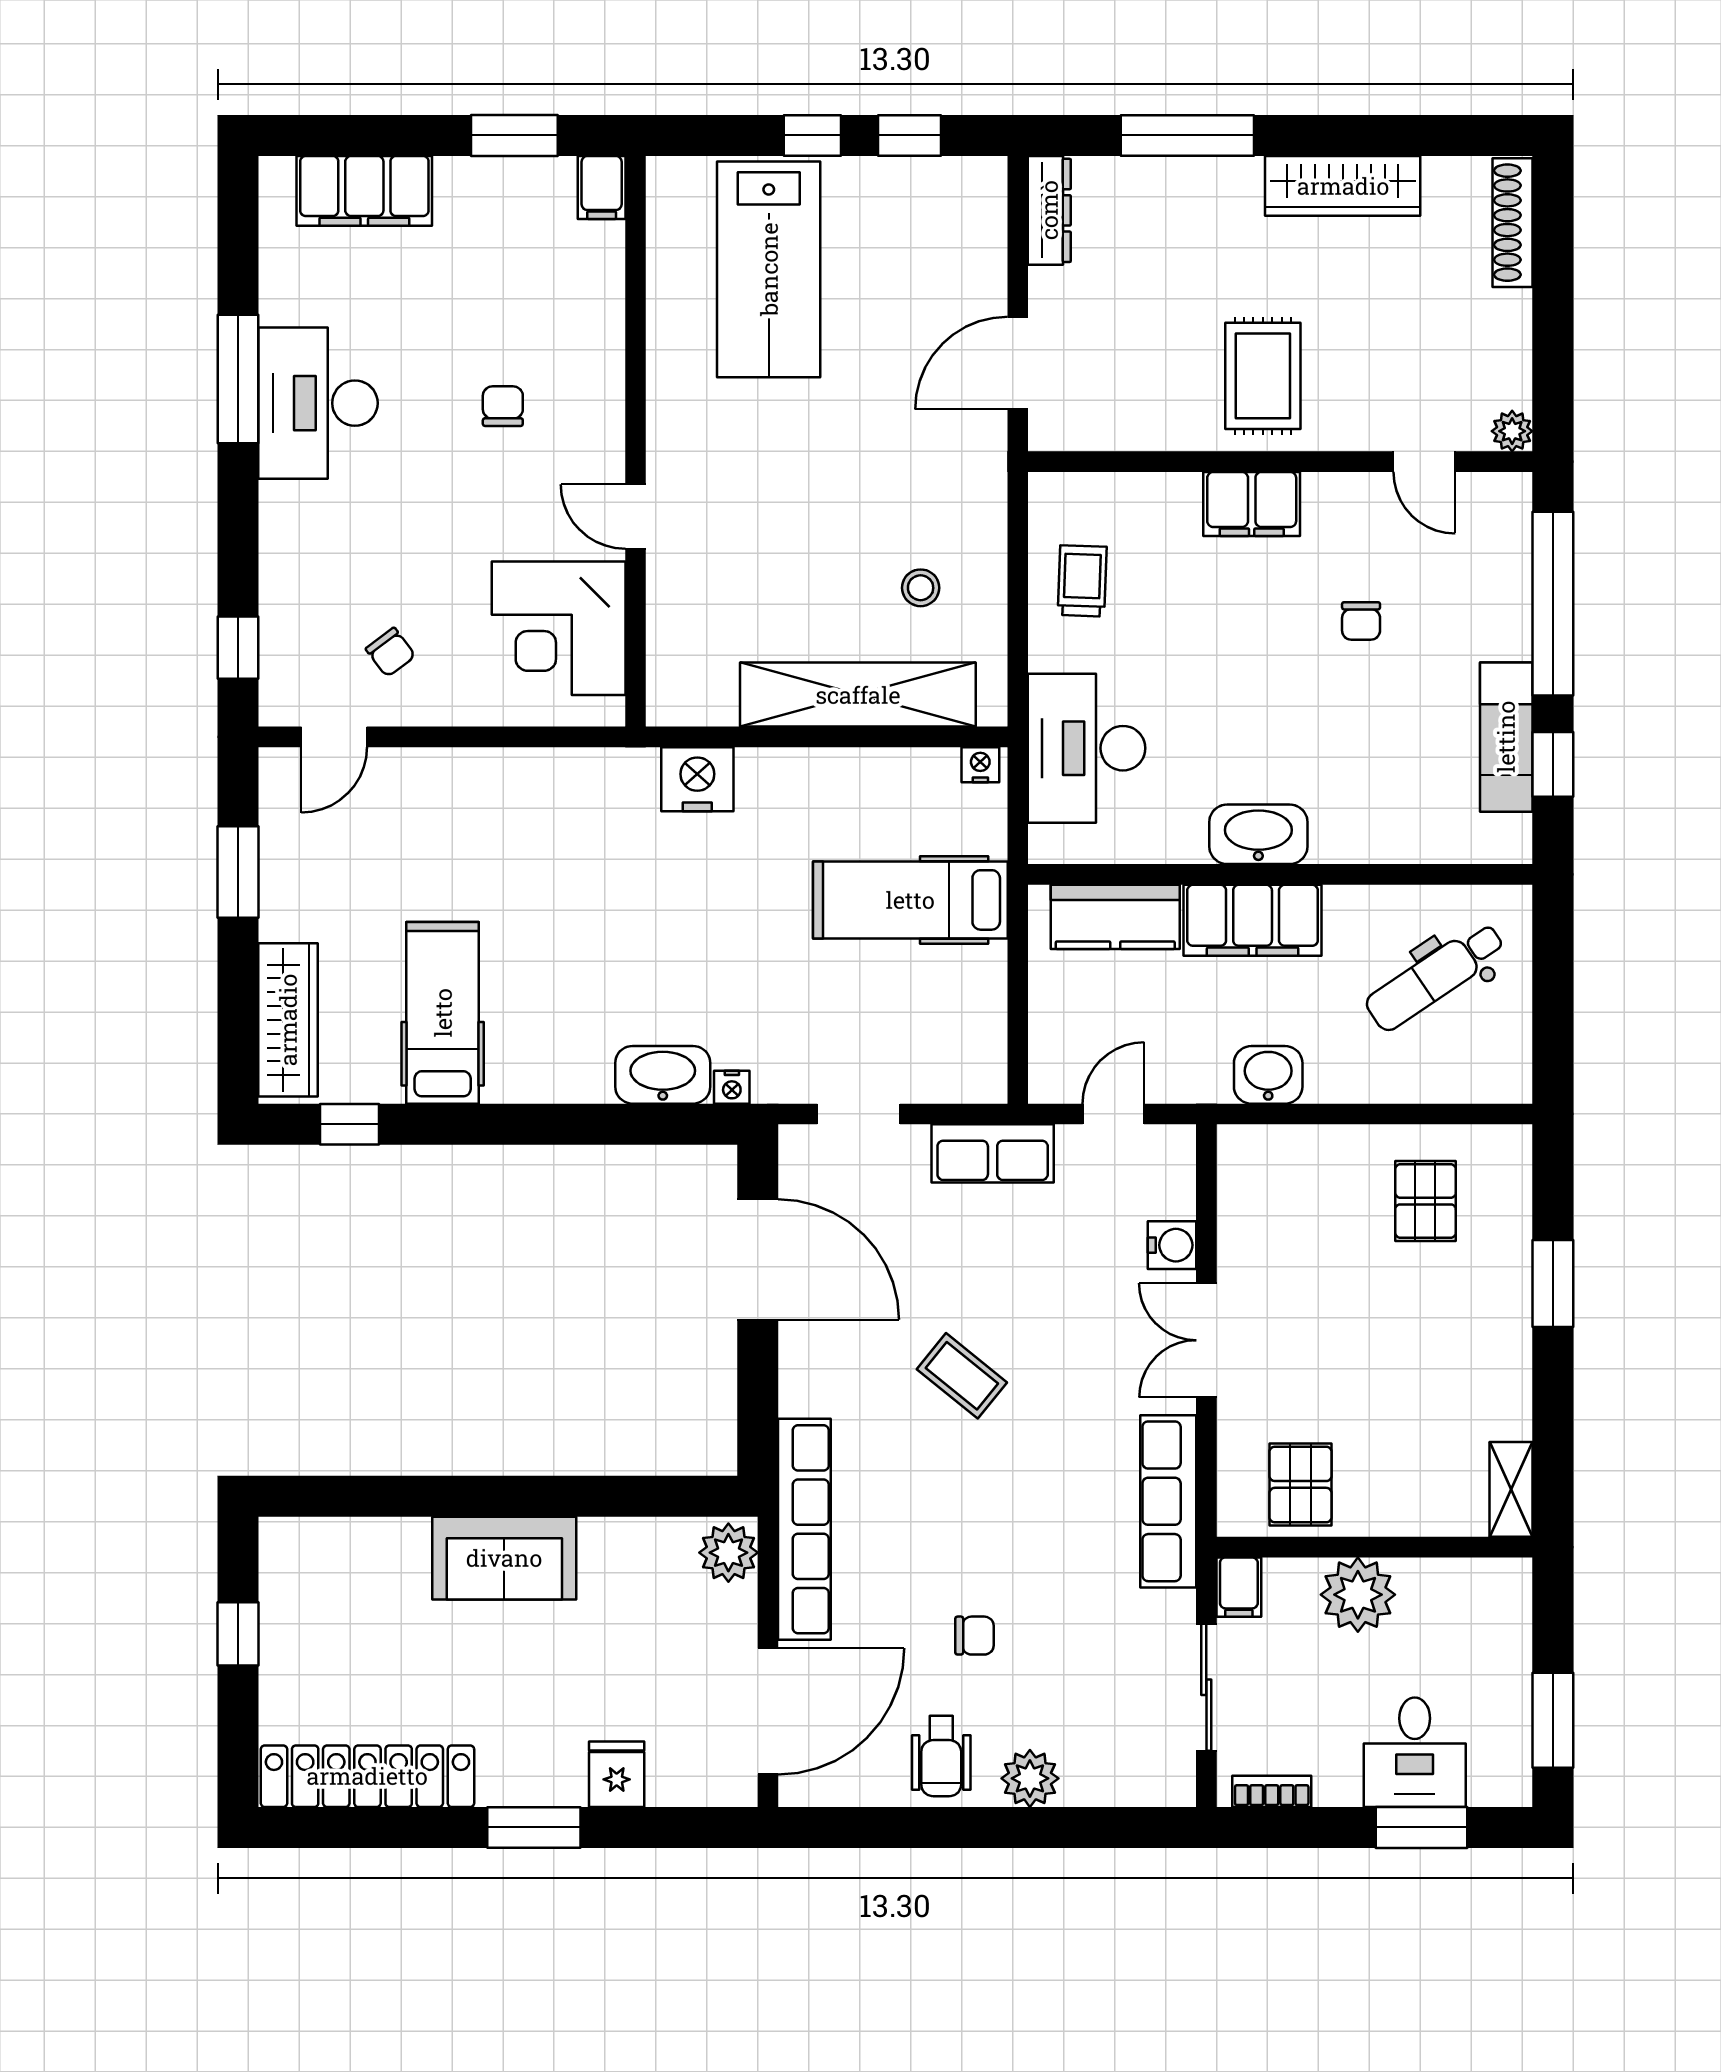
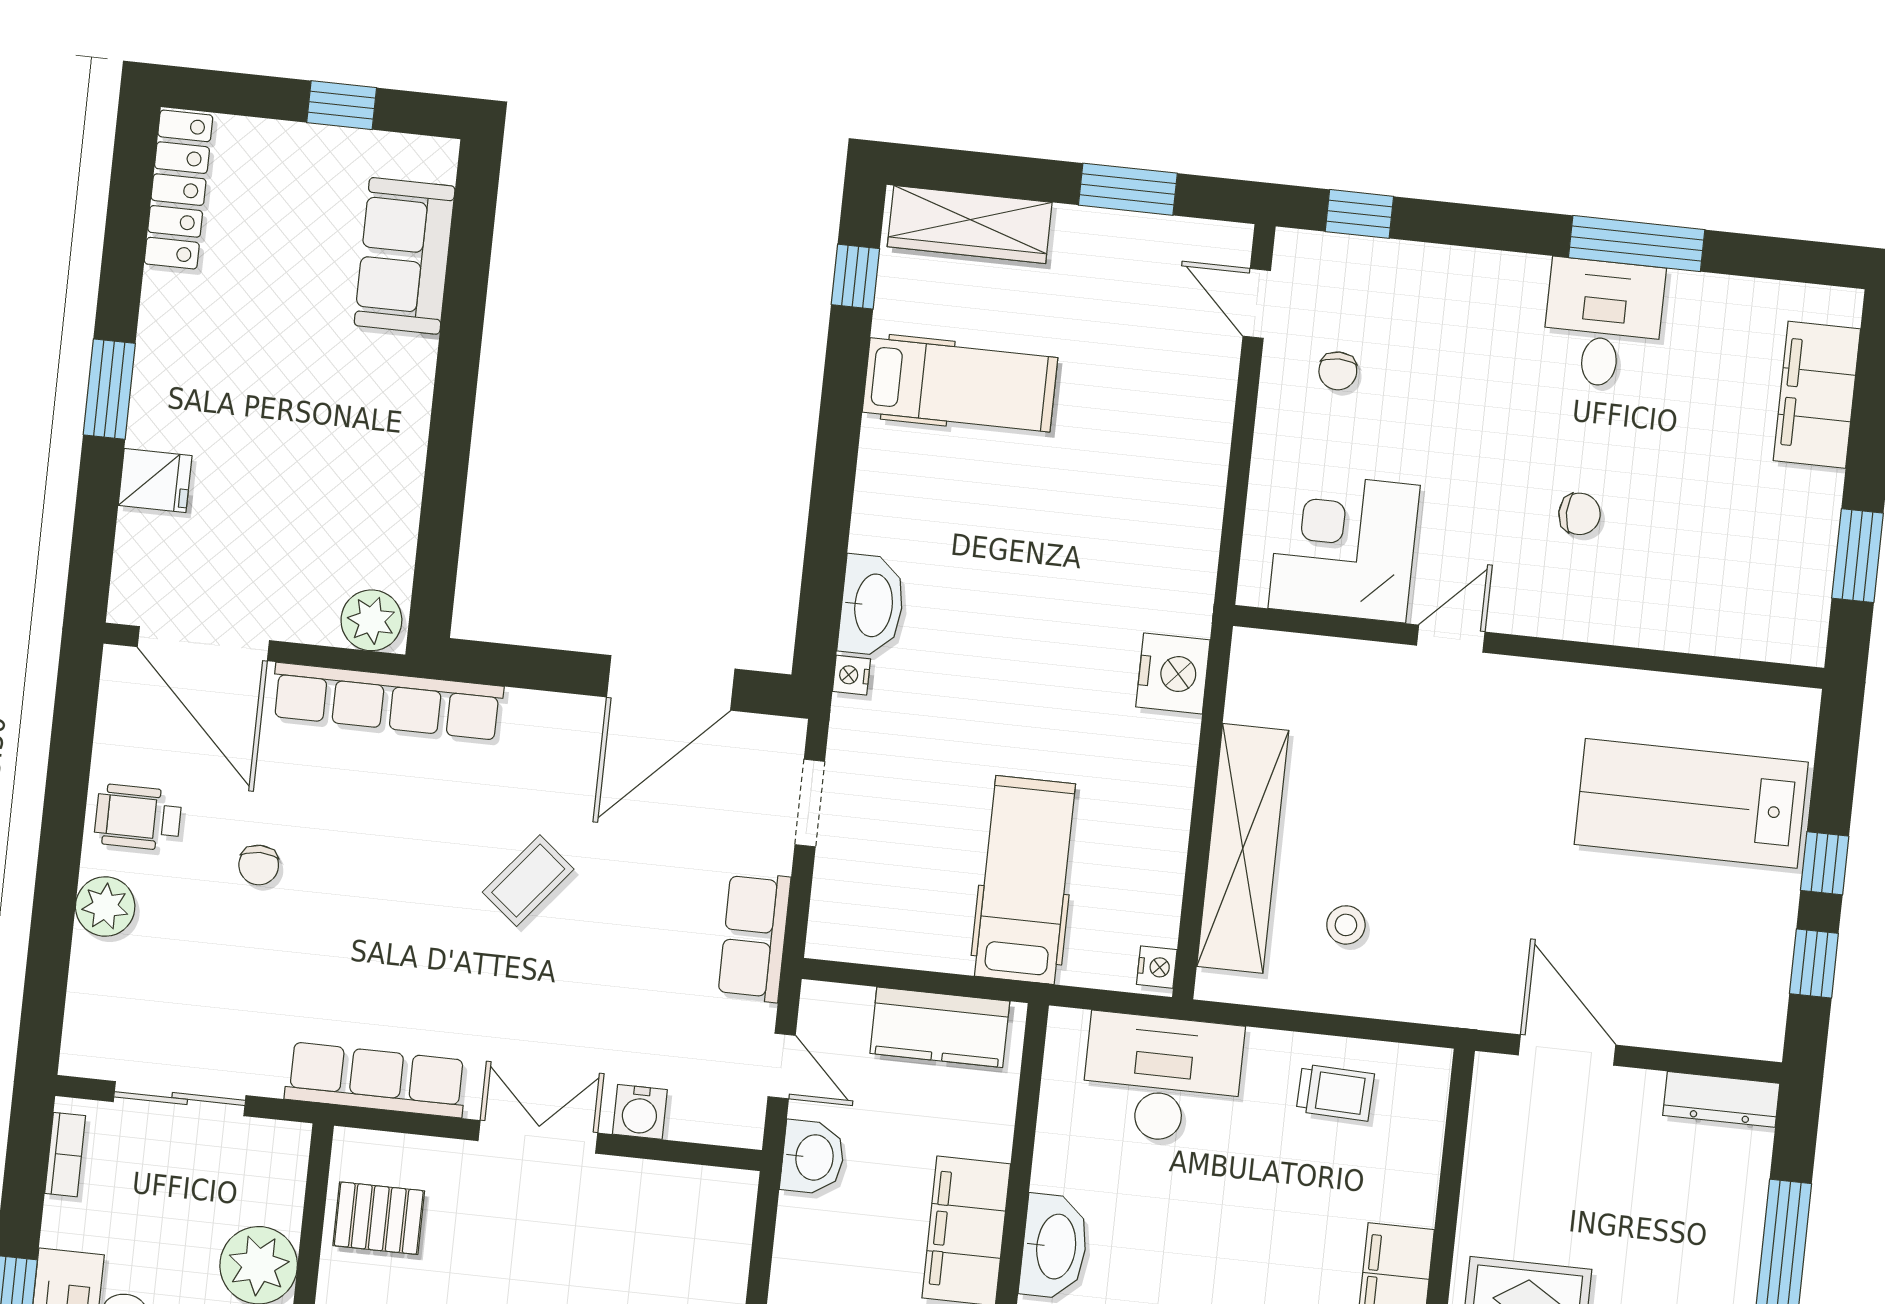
filing cabinet: (602, 187) -> (1794, 640), removed
desk: (318, 403) -> (1603, 323), width x0.73
chair: (391, 652) -> (1338, 371), turned -53
kitchen counter: (1115, 917) -> (940, 1027), moved, turned -90
washbasin: (1268, 1075) -> (813, 1157), moved
sofa: (504, 1558) -> (405, 256), moved
filing cabinet: (1239, 1587) -> (280, 1143), removed
locker: (367, 1776) -> (179, 190), width x0.71, depth x0.83

